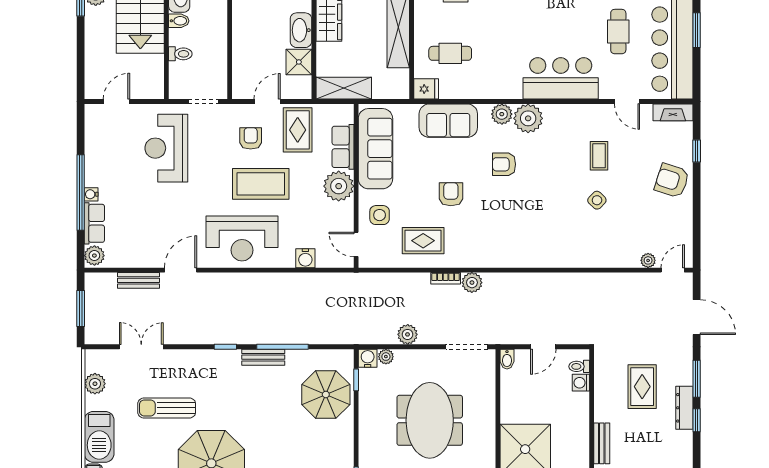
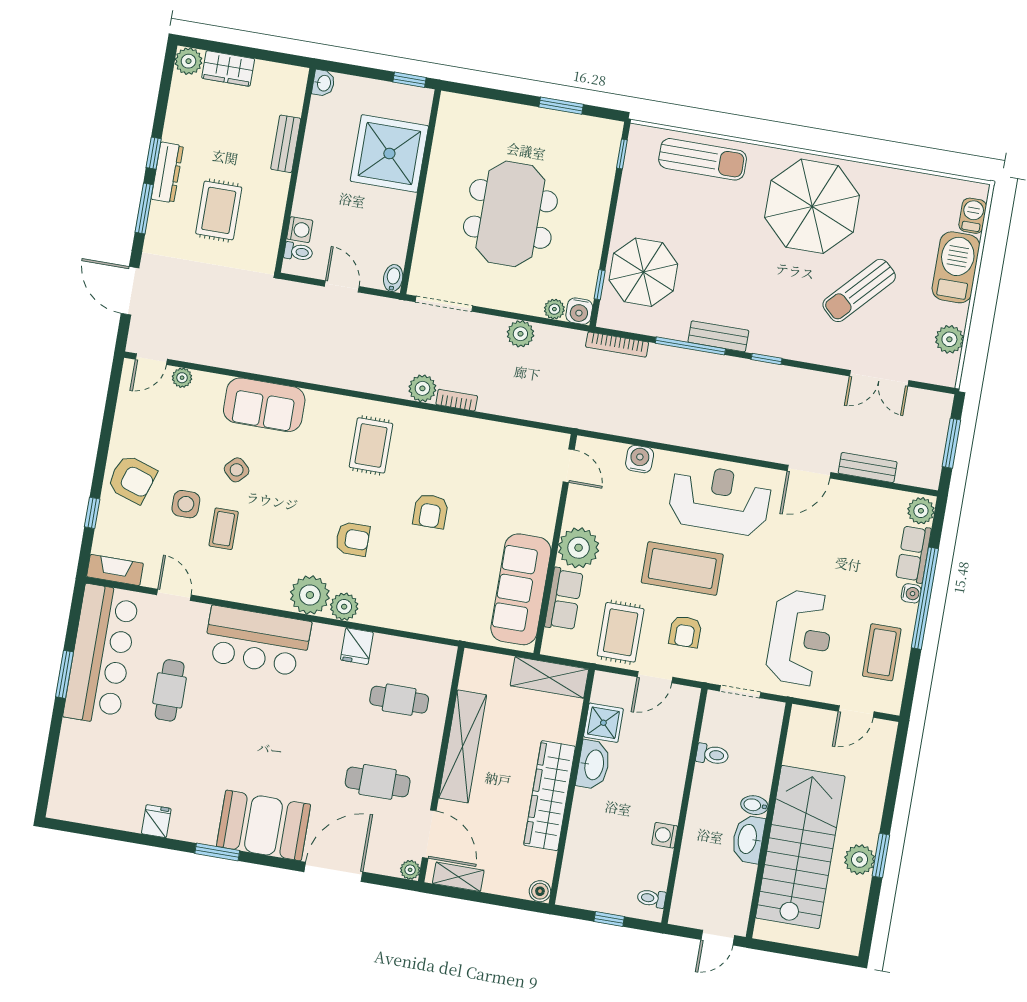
toilet: (180, 54) -> (712, 755), moved, turned 180
fridge: (426, 89) -> (357, 646), moved, turned -90
sofa: (448, 121) -> (264, 405), moved, turned 180
coffee table: (105, 148) -> (882, 652), added
side table: (380, 215) -> (186, 504), moved
rug: (423, 241) -> (371, 445), moved, turned 90
bookcase: (336, 339) -> (617, 345), added
door: (543, 347) -> (342, 286), hinge flipped
sun lounger: (167, 408) -> (859, 290), turned 133

